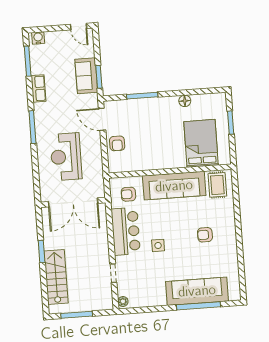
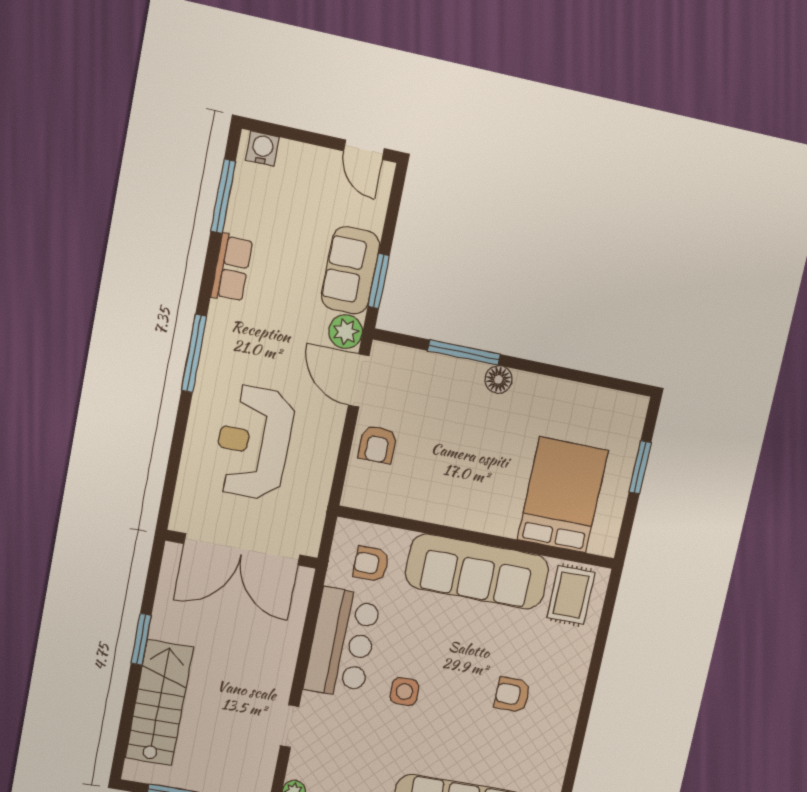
plant: (91, 101) -> (346, 332), added
floor lamp: (185, 101) -> (498, 379), moved

